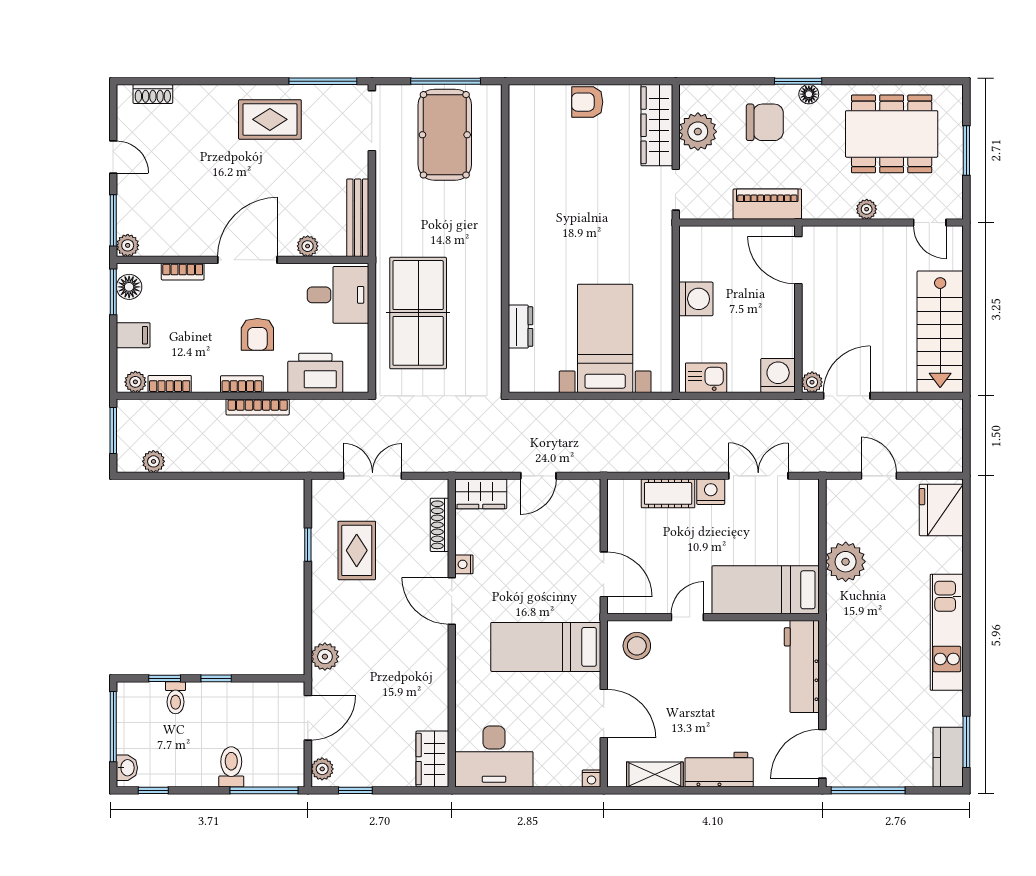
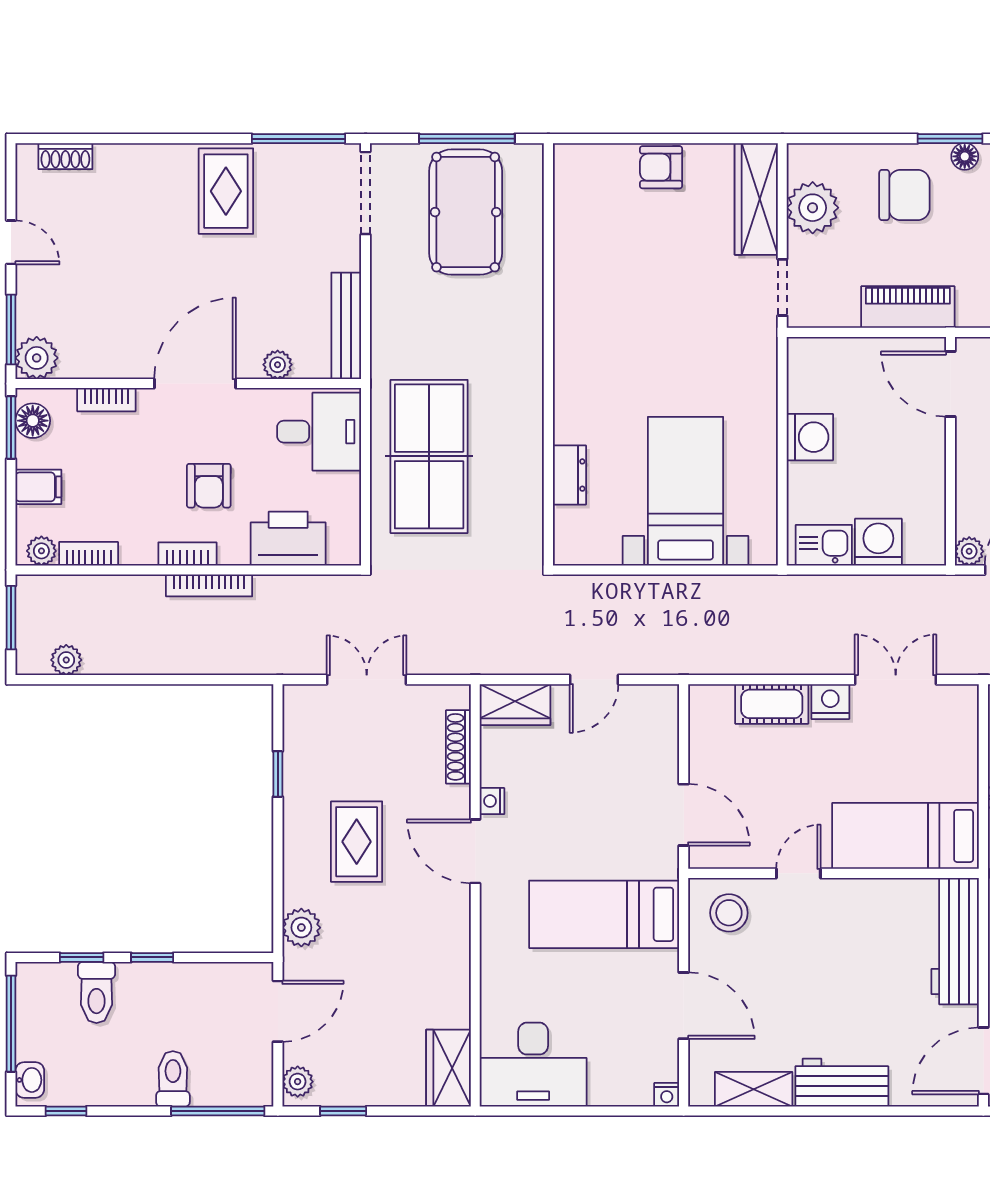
rug: (270, 119) -> (226, 191), turned 90
plant: (128, 245) -> (37, 358), width x1.38, depth x1.38
washing machine: (778, 375) -> (878, 542), moved
rug: (357, 550) -> (357, 842), moved
toilet: (176, 698) -> (96, 992), width x1.37, depth x1.39

